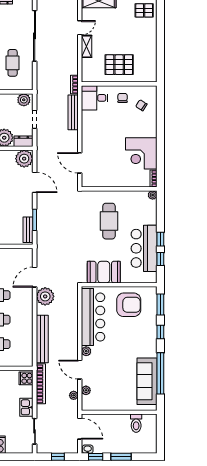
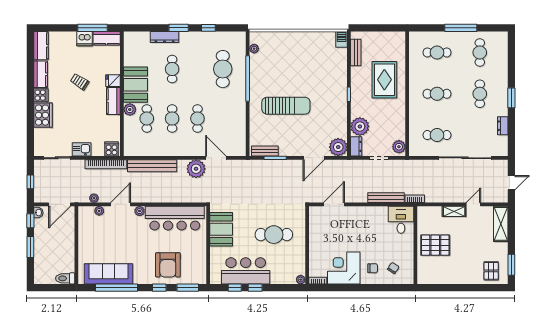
door: (80, 28) -> (473, 204), swing flipped
pallet: (119, 65) -> (435, 245), turned 90
chair: (123, 98) -> (373, 268), moved
armchair: (129, 305) -> (168, 265), moved
toilet: (136, 423) -> (65, 278), moved

